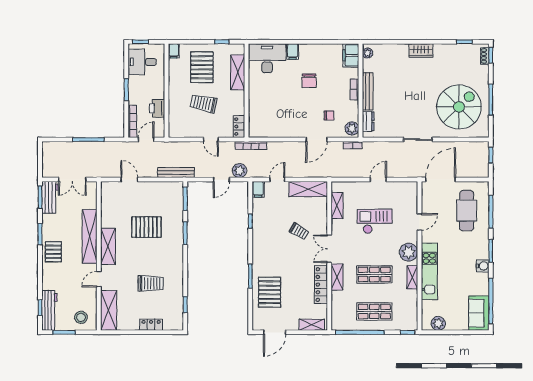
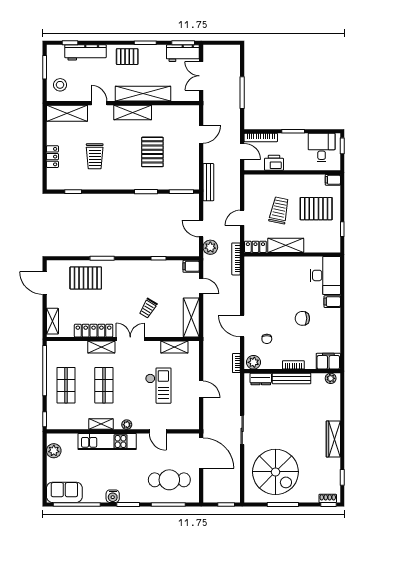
wardrobe: (421, 50) -> (333, 439), width x1.50
shelving: (238, 72) -> (286, 245), moved
plant: (409, 252) -> (127, 425), width x0.53, depth x0.53
workbench: (49, 310) -> (85, 52), moved

